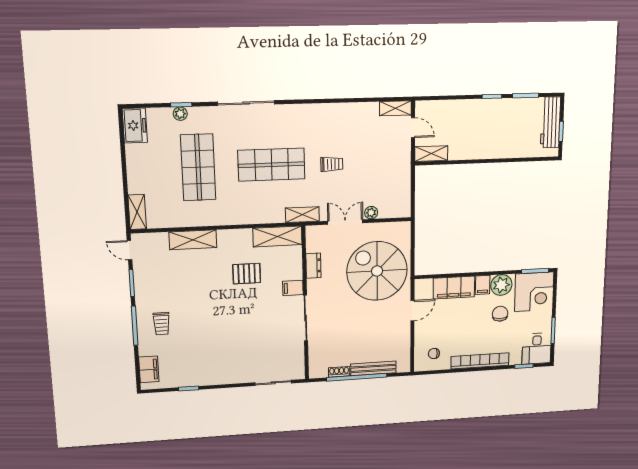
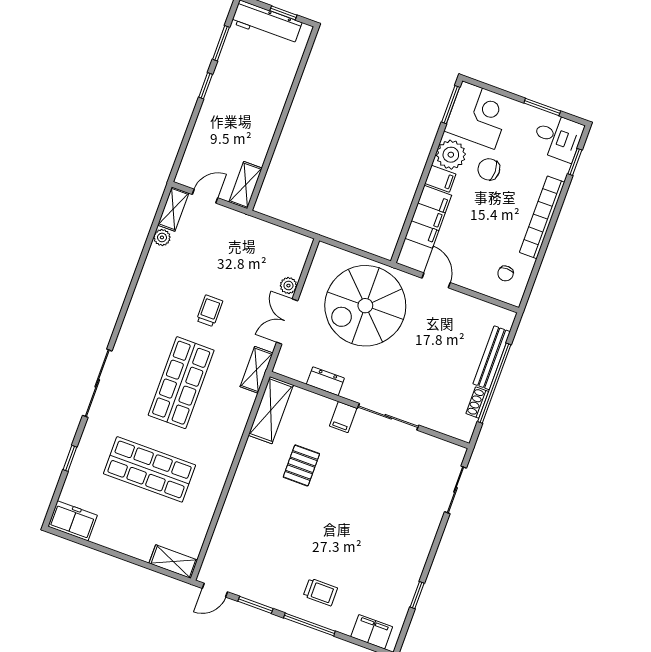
plant: (180, 114) -> (162, 237), moved
shelving: (193, 240) -> (233, 512), removed

